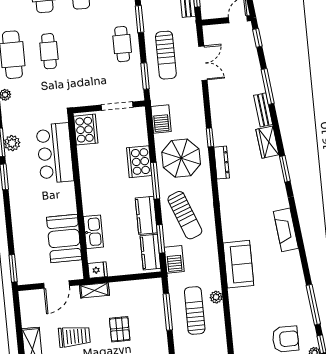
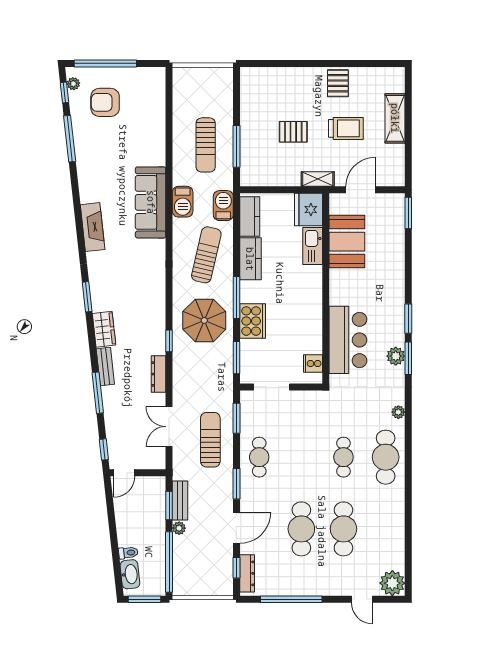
barbecue: (161, 119) -> (183, 202), moved, turned 180
cooker: (86, 130) -> (313, 364), width x0.53, depth x0.76
dresser: (222, 163) -> (159, 374), moved
sun lounger: (185, 215) -> (206, 255), turned 34
window: (161, 239) -> (236, 358), moved
sofa: (238, 264) -> (151, 202), width x1.36
fridge: (98, 270) -> (309, 210), width x1.88, depth x1.34
plant: (216, 297) -> (180, 158), removed
pallet: (120, 329) -> (293, 132), turned 90
trolley: (74, 337) -> (346, 128), turned 180

